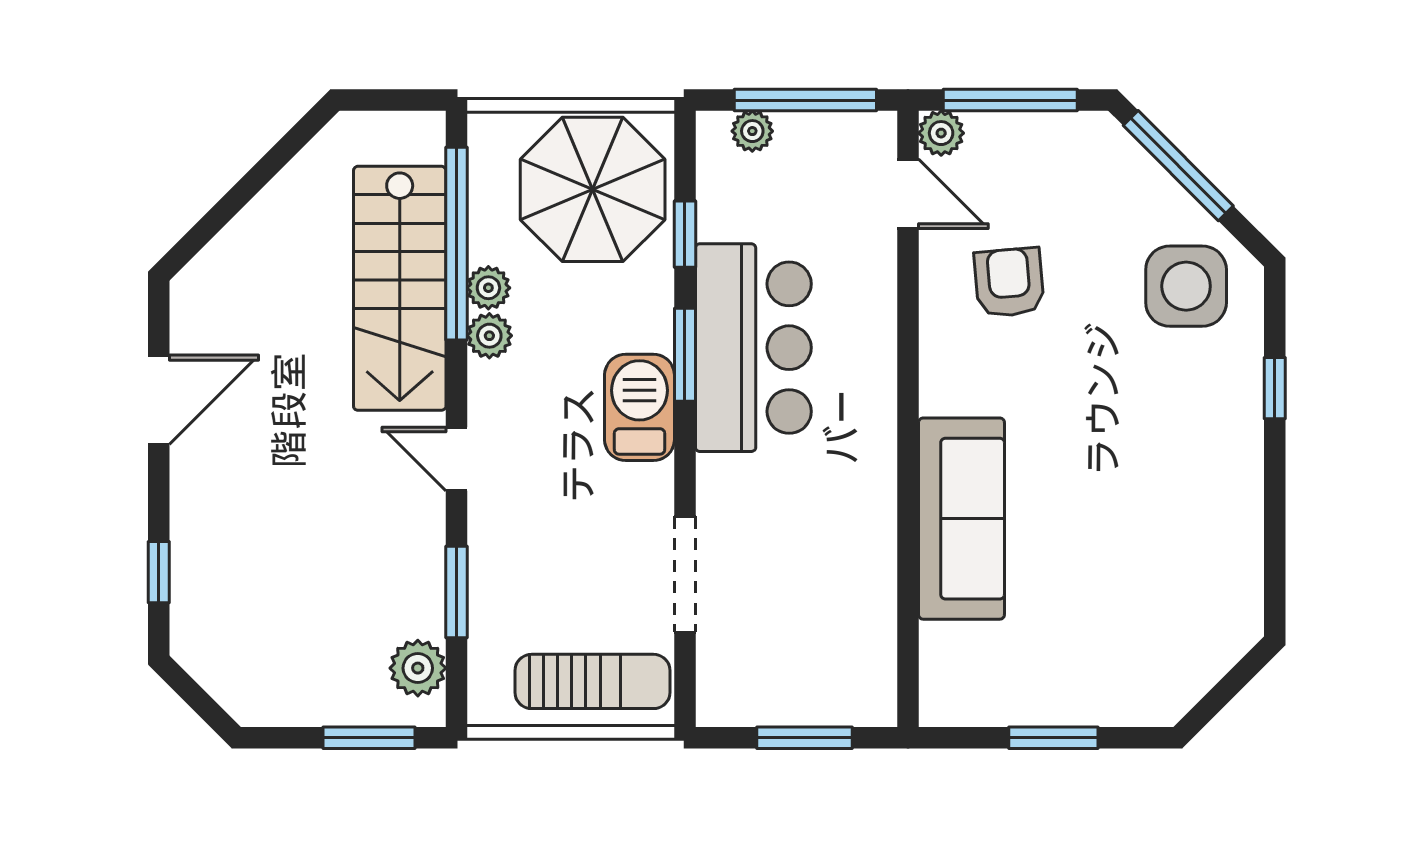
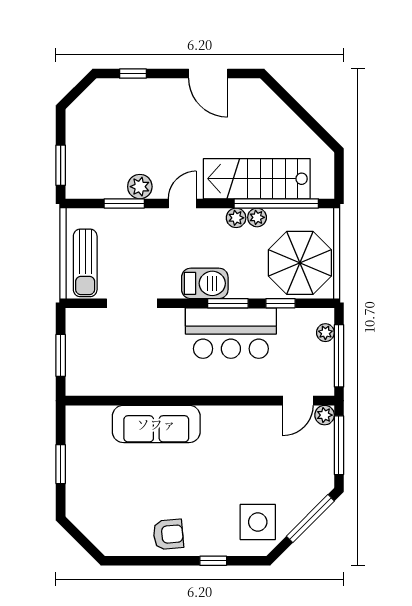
armchair: (1009, 282) -> (168, 534), moved
plant: (418, 668) -> (140, 187), moved

